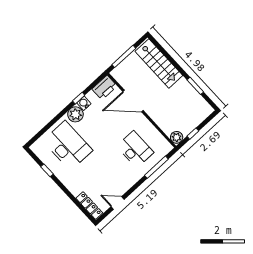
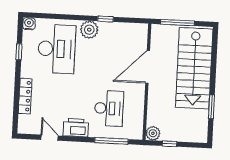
stairs: (159, 63) -> (194, 68), width x1.36, depth x1.51
printer: (104, 87) -> (76, 128), moved, turned 180
door: (133, 101) -> (148, 67), hinge flipped
water cooler: (84, 103) -> (29, 24), moved
locker: (89, 206) -> (25, 96), moved

